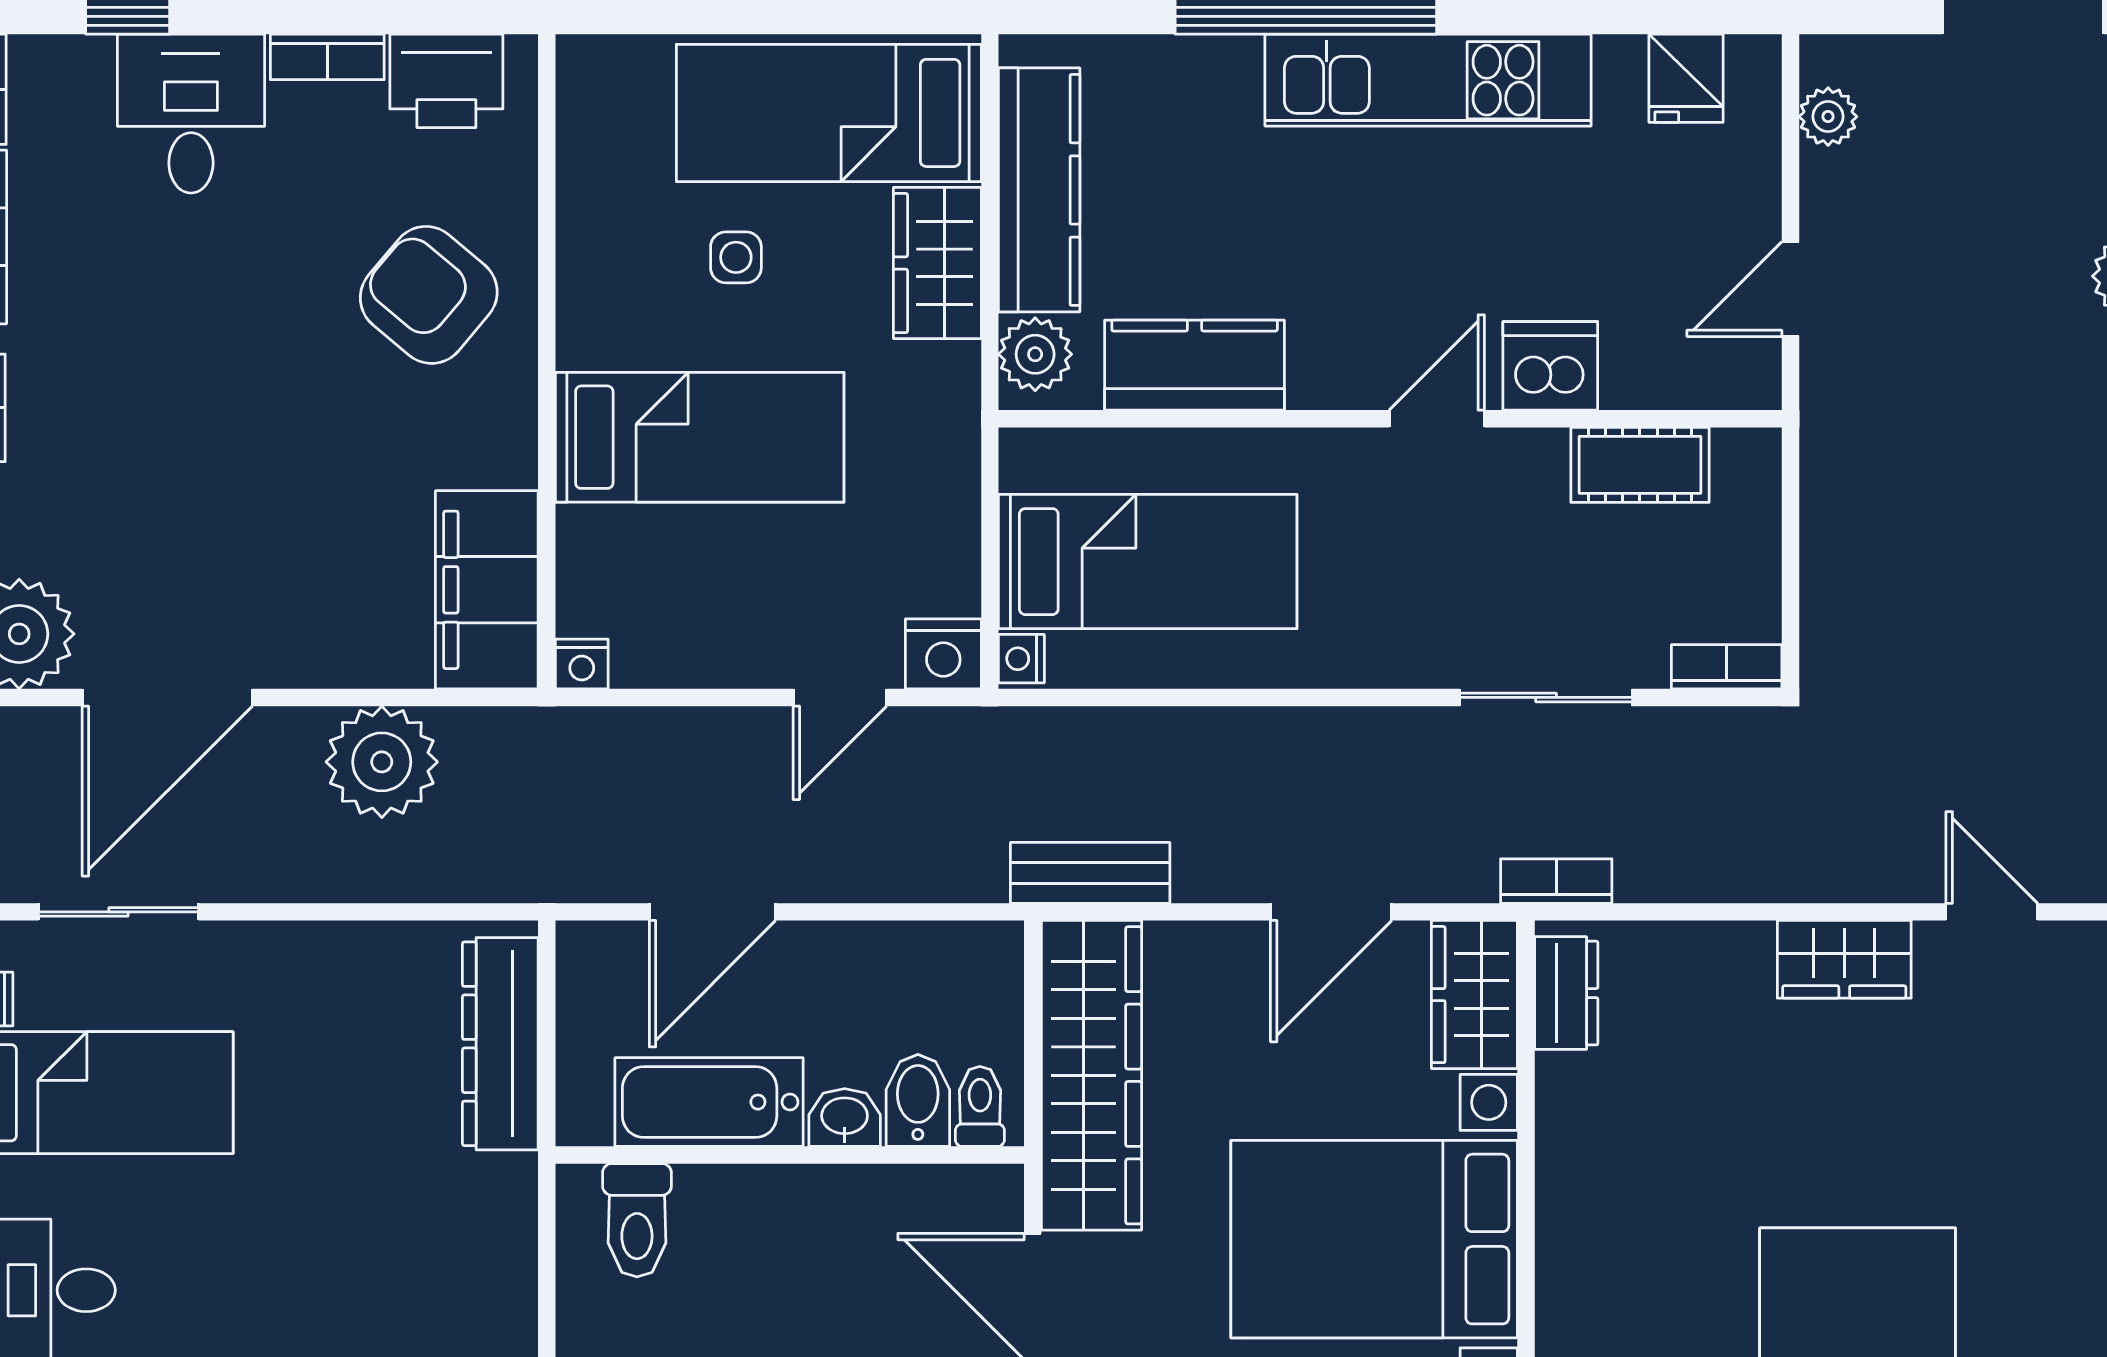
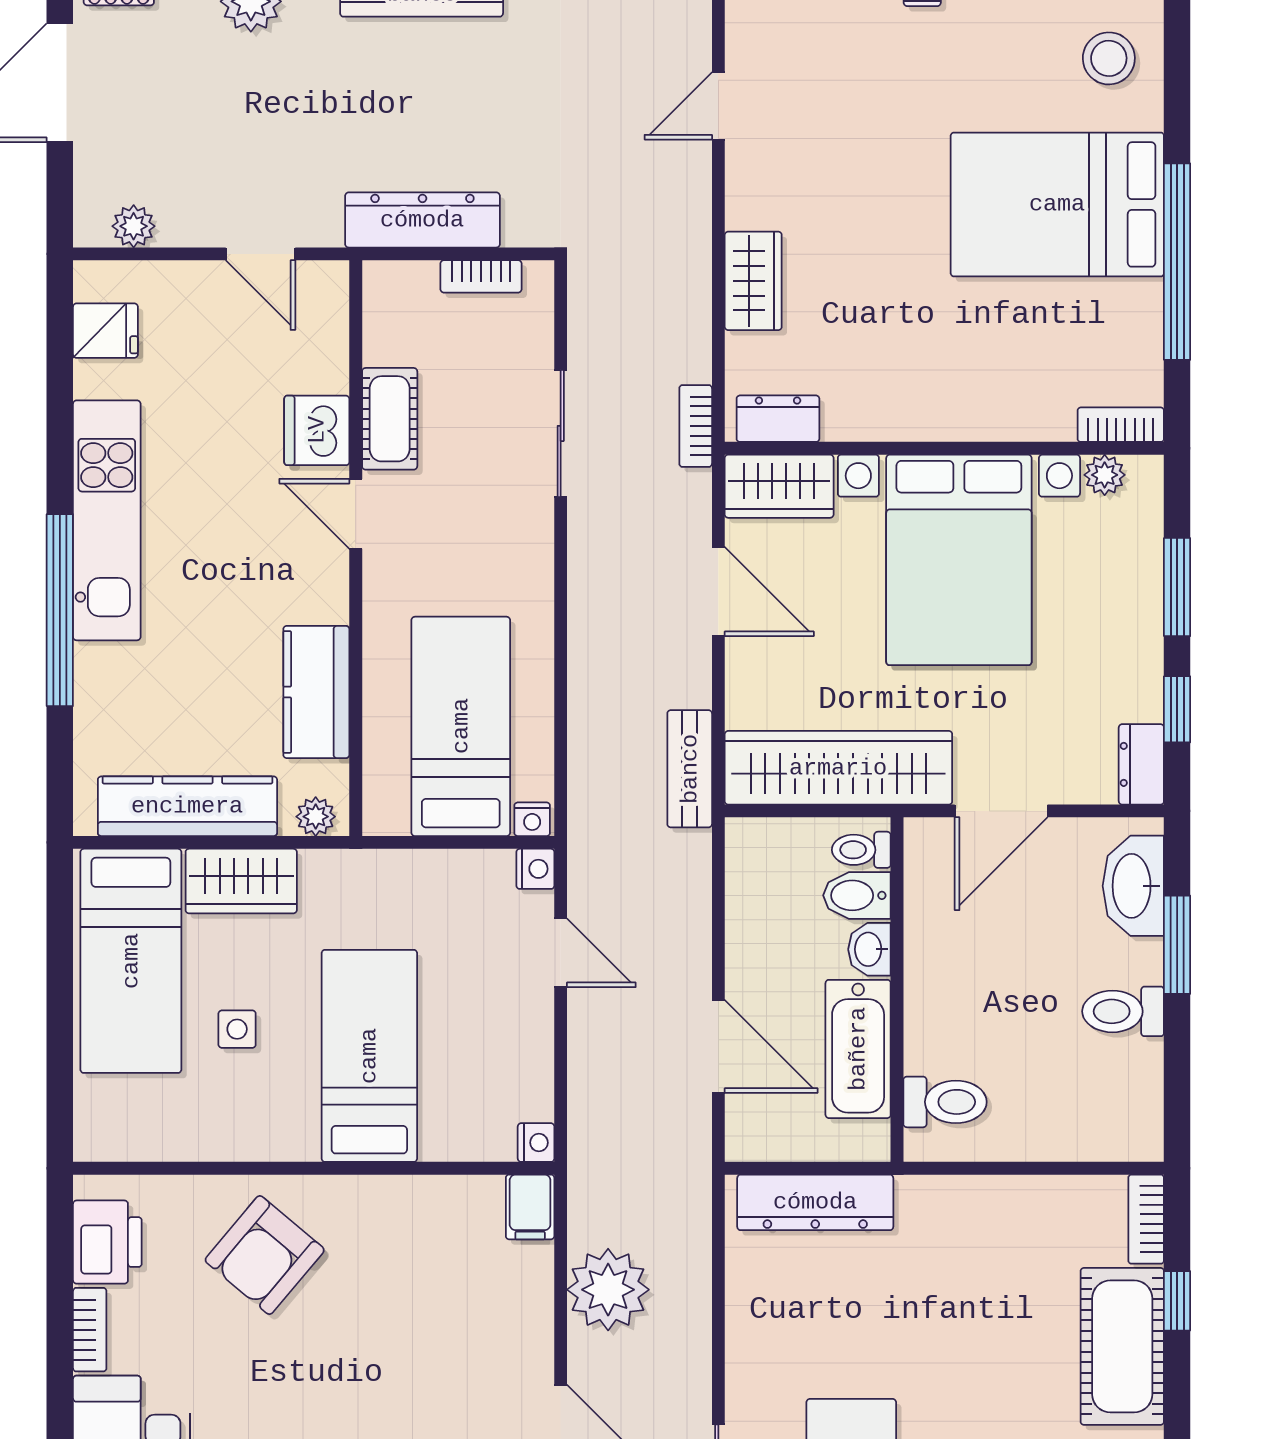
plant: (1035, 354) -> (316, 817), width x0.73, depth x0.73
cot: (1640, 465) -> (390, 419), moved
dresser: (1837, 510) -> (422, 220), added
filing cabinet: (487, 590) -> (530, 1207), width x0.33, depth x0.86
nightstand: (943, 654) -> (535, 869), width x0.72, depth x0.74
bookcase: (1727, 667) -> (481, 276), moved, turned -90
wardrobe: (1844, 959) -> (753, 281), moved

